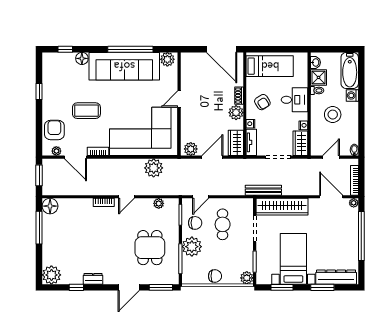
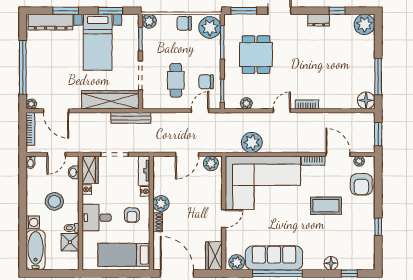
washbasin: (315, 62) -> (73, 172), moved
sofa: (124, 66) -> (274, 258), width x0.74, depth x0.79
armchair: (262, 102) -> (132, 215), turned -147
wardrobe: (236, 143) -> (214, 256), moved, turned 180
plant: (192, 247) -> (210, 27), moved

